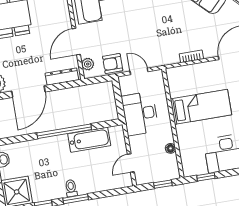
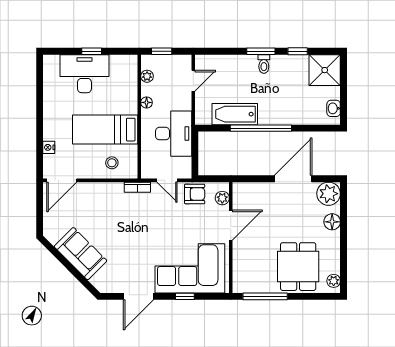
bookcase: (191, 56) -> (137, 187), moved
dresser: (62, 77) -> (253, 189), removed
stool: (190, 79) -> (112, 163), added
floor lamp: (170, 148) -> (147, 102), moved
plant: (172, 160) -> (147, 76), added
window: (206, 177) -> (92, 51), moved

